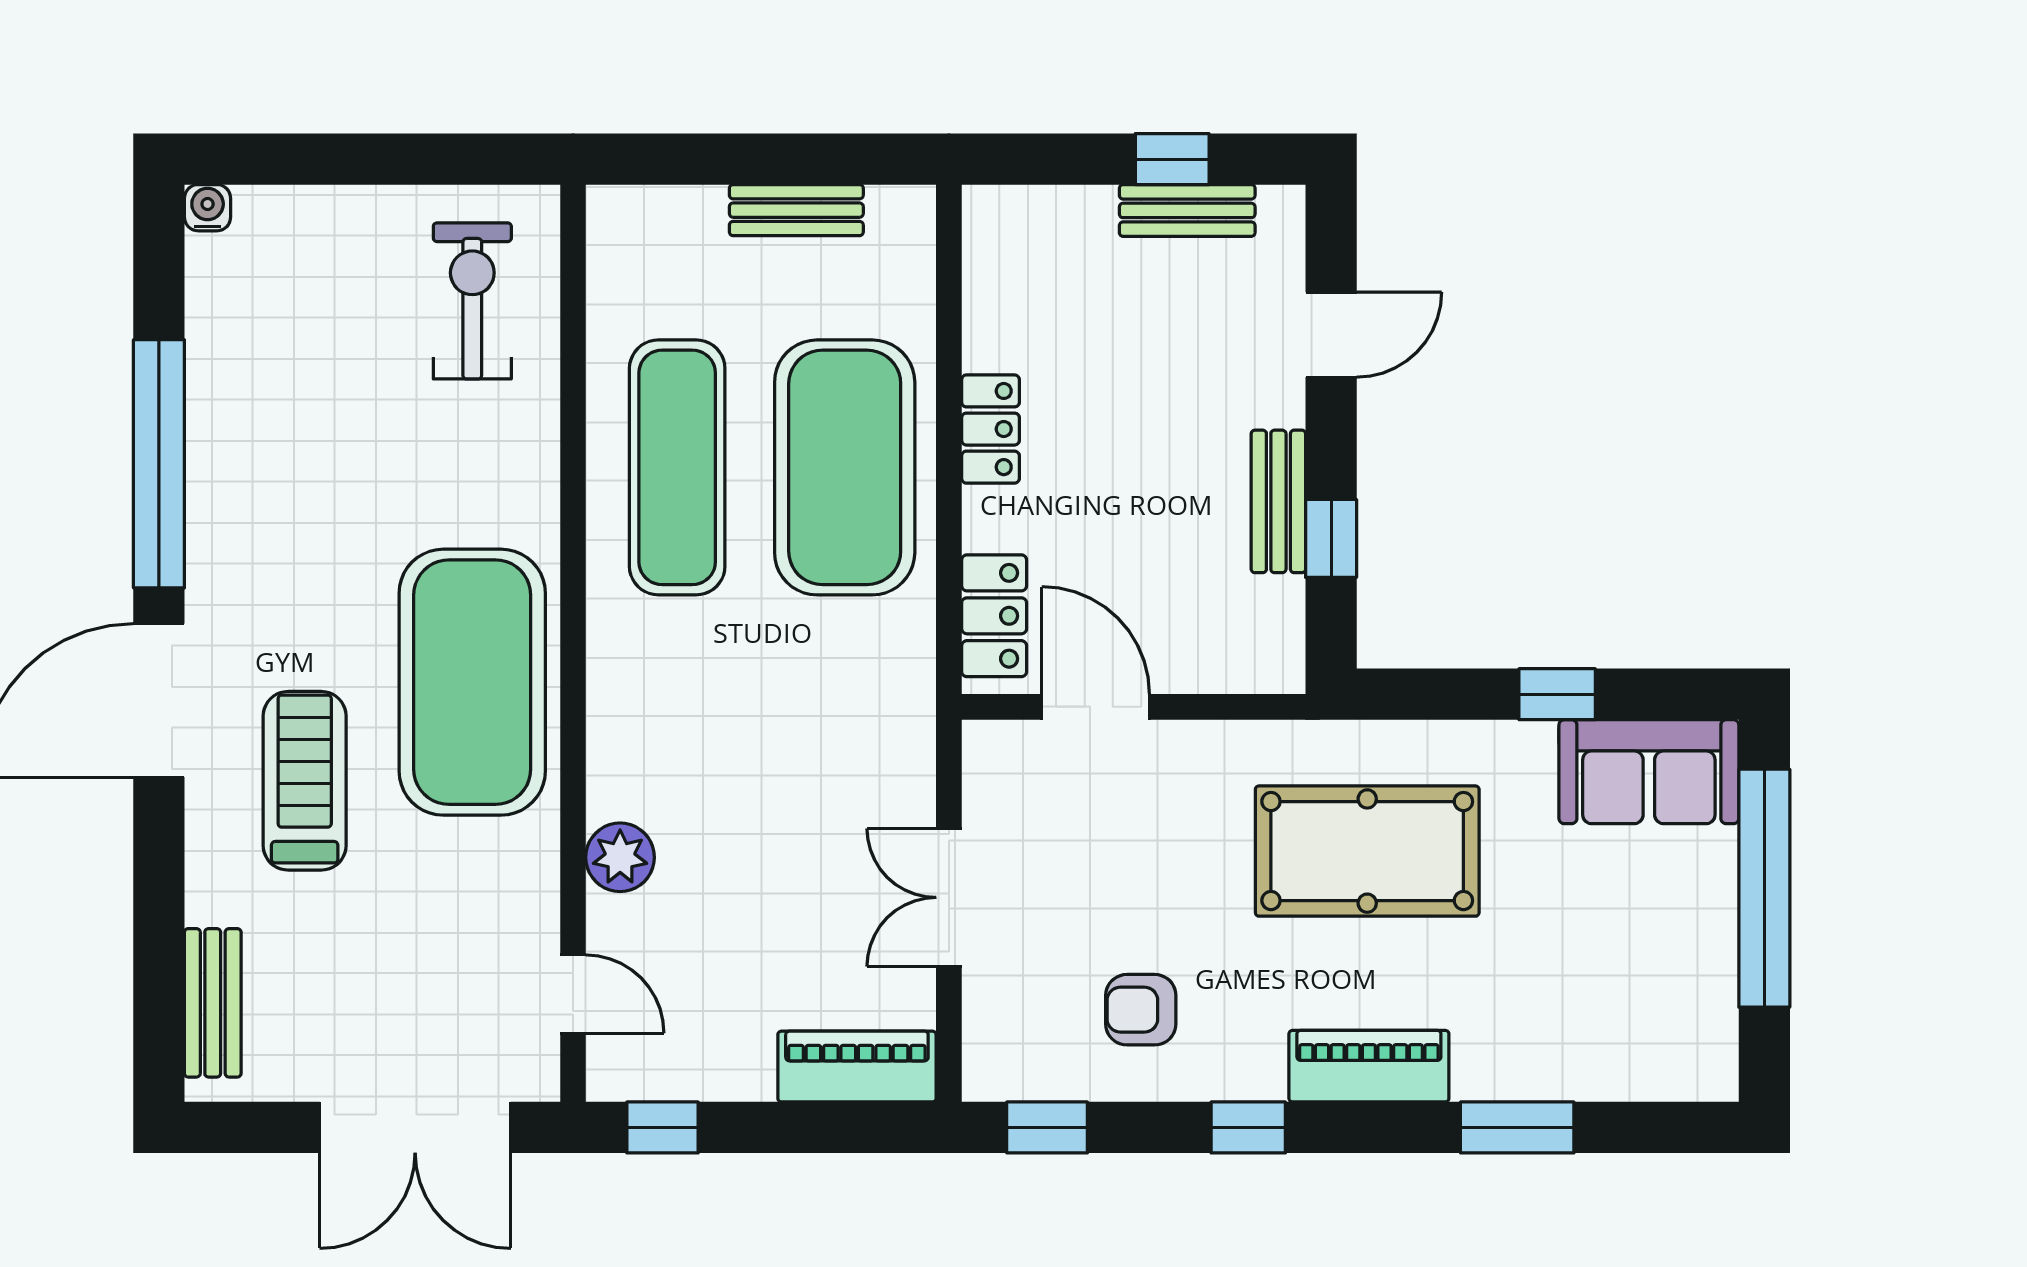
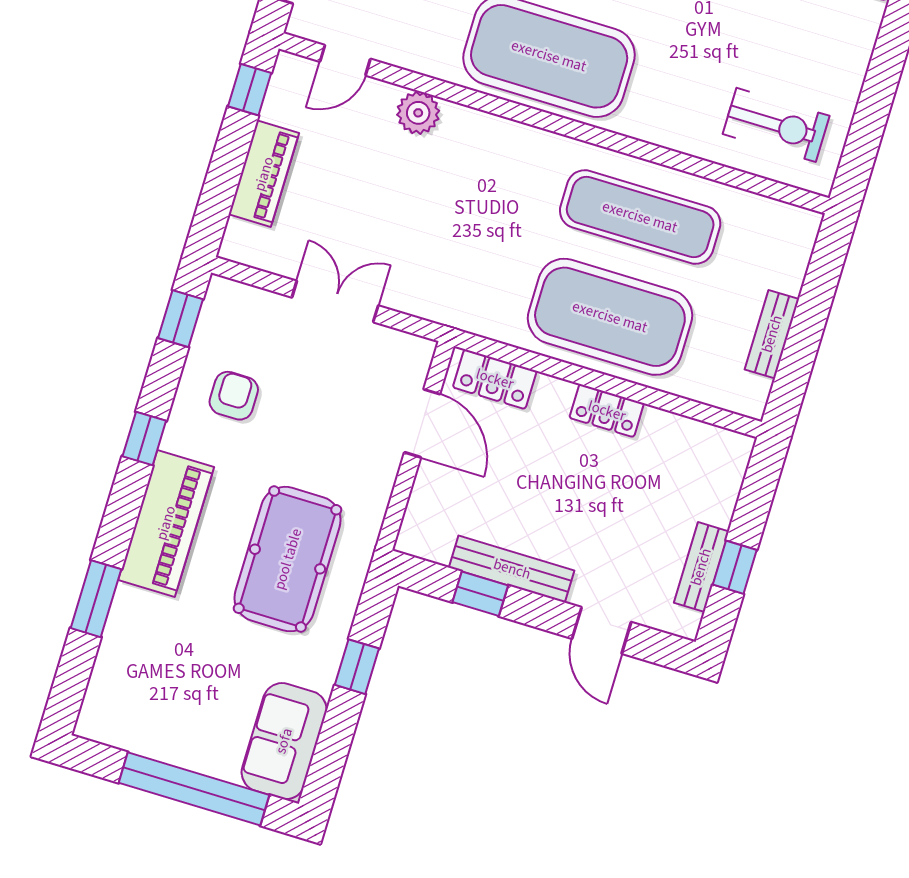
bench: (1278, 501) -> (512, 569), width x1.36
window: (1557, 694) -> (357, 667), moved
door: (1096, 707) -> (422, 423), hinge flipped
piano: (1369, 1066) -> (166, 523), width x1.37, depth x1.33
piano: (857, 1067) -> (264, 174), moved

